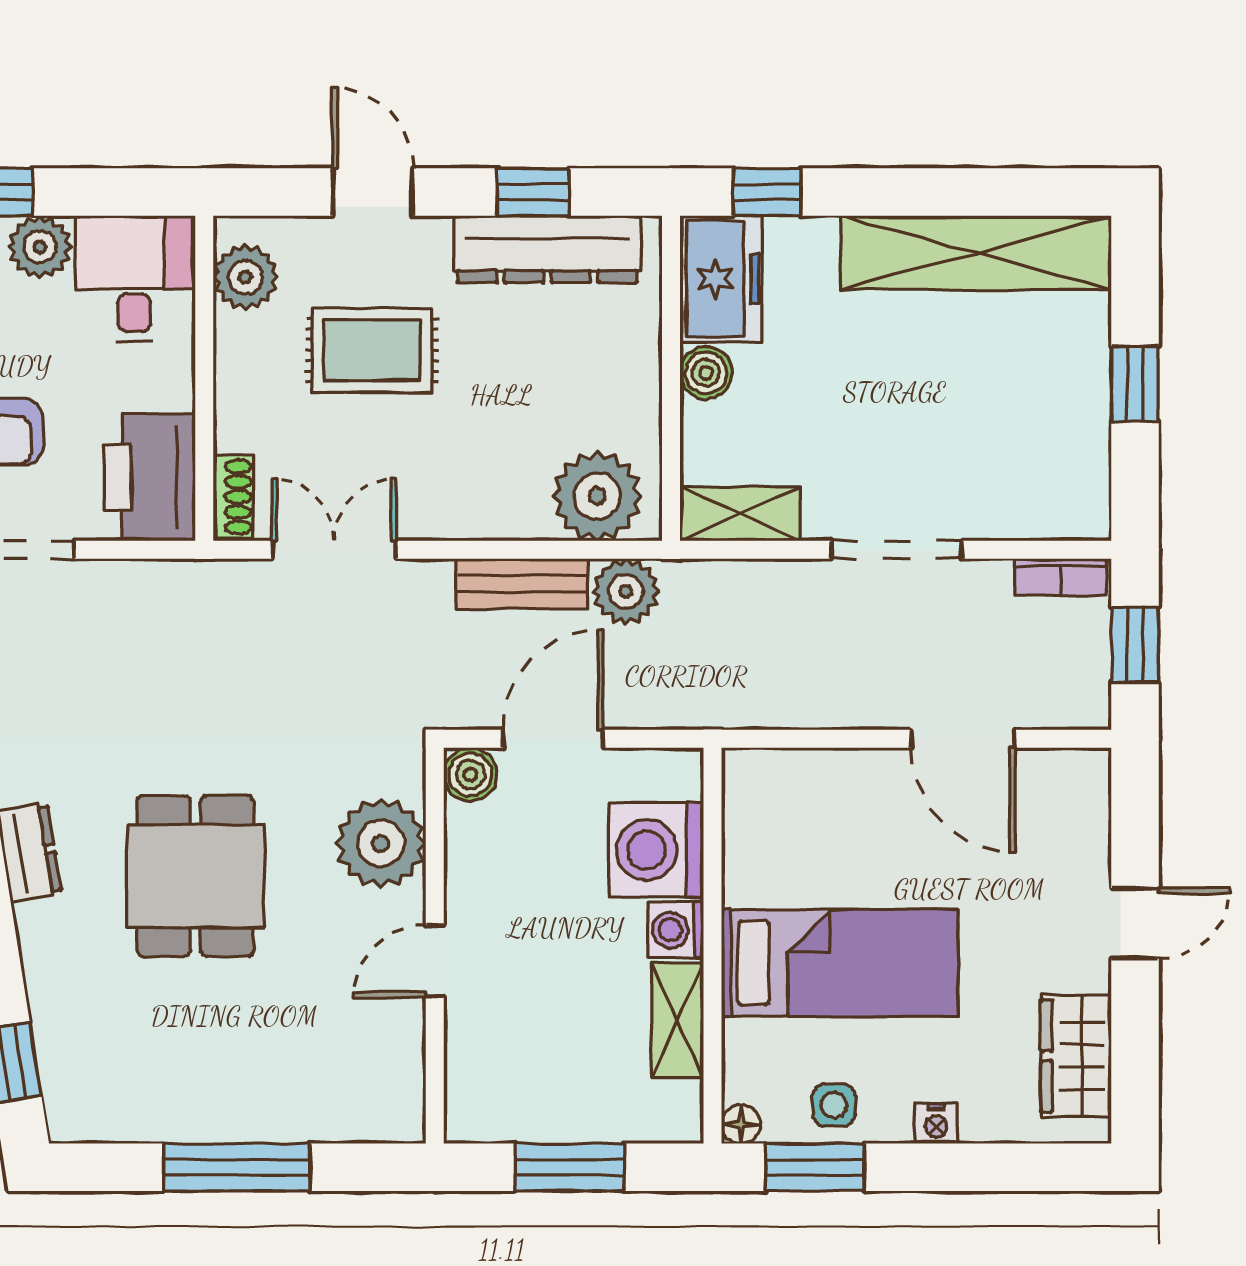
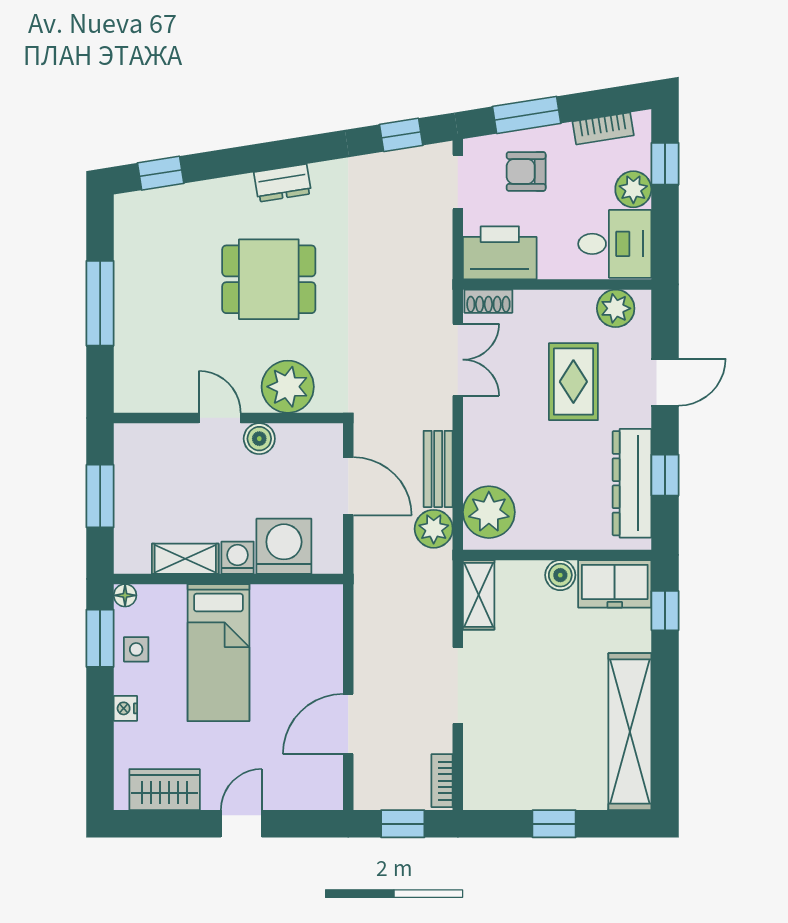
boiler: (470, 774) -> (259, 439), moved
door: (1135, 923) -> (241, 824), swing flipped

